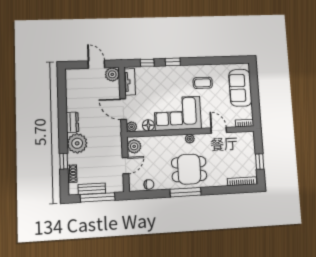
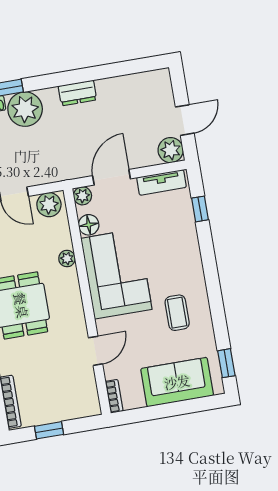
window: (173, 62) -> (226, 363), moved
plant: (190, 139) -> (67, 258), moved
plant: (77, 143) -> (25, 109), moved

